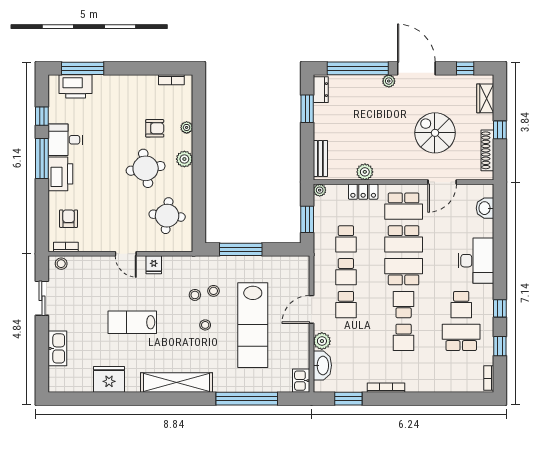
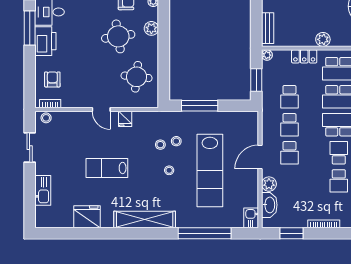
plant: (365, 172) -> (323, 39), moved

